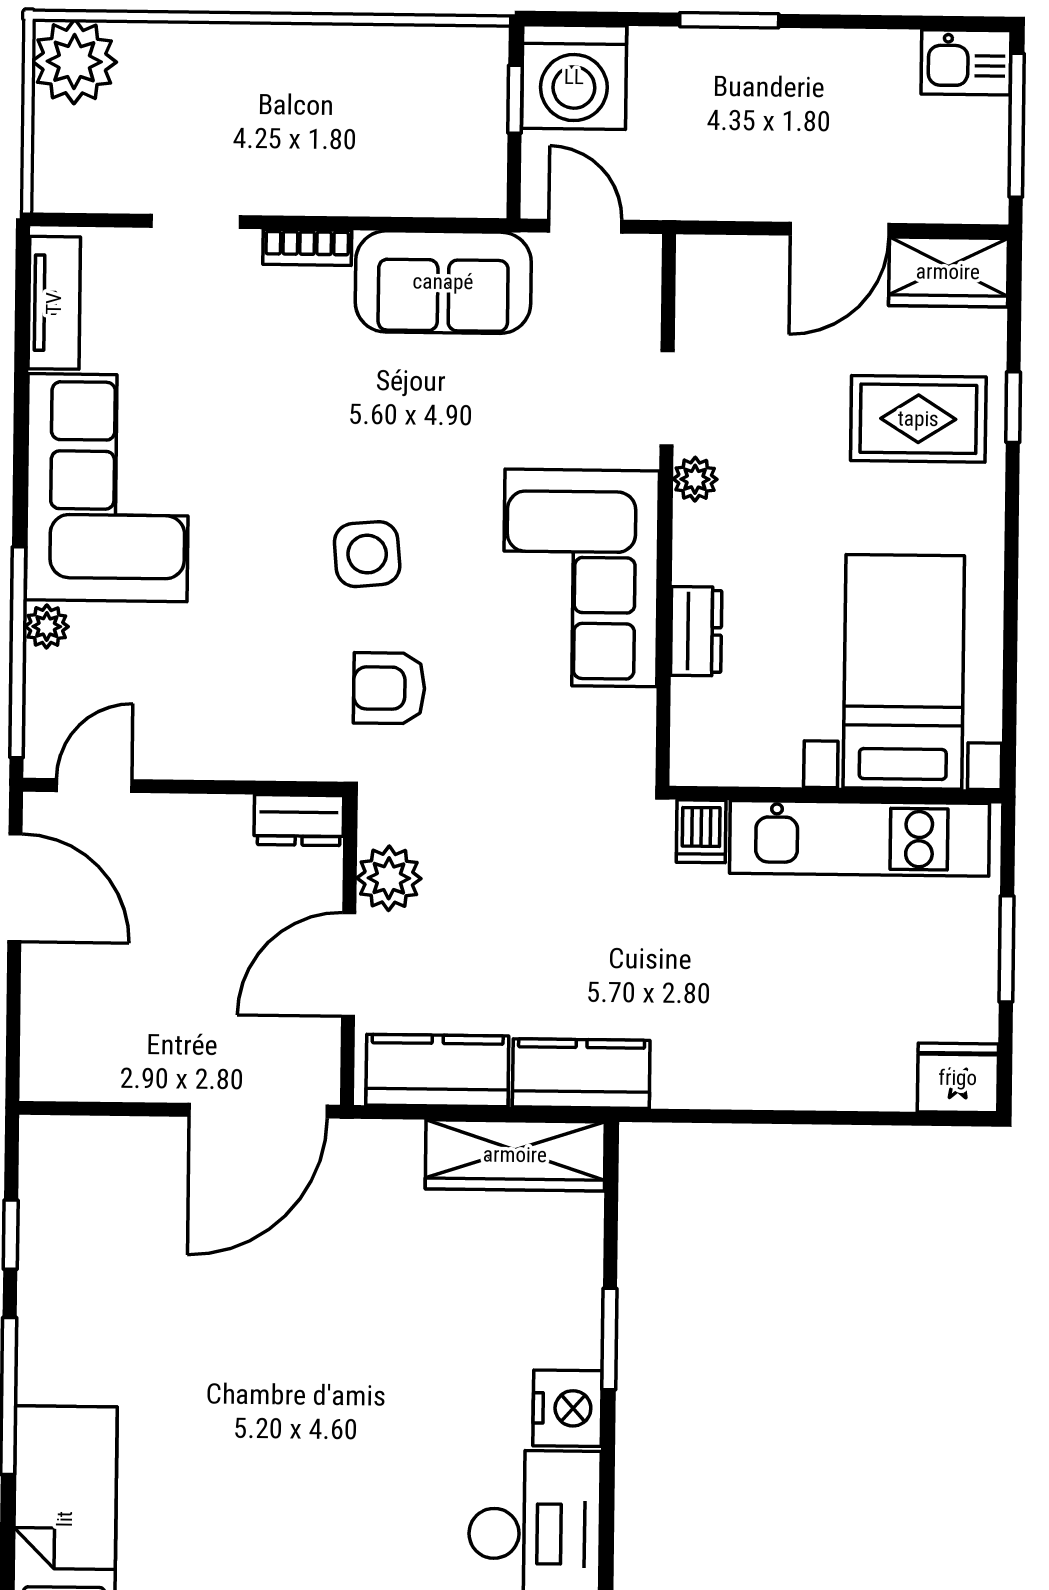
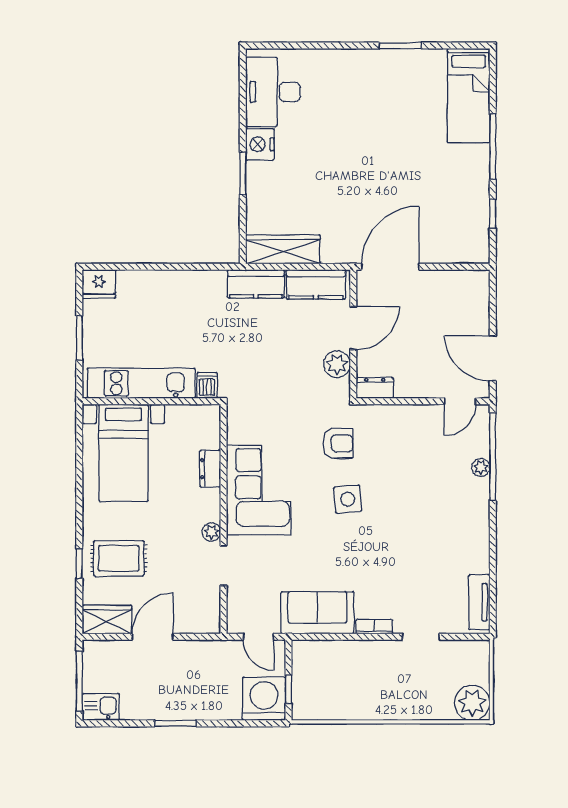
window: (729, 20) -> (175, 723), moved
corner sofa: (108, 488) -> (456, 525), removed

